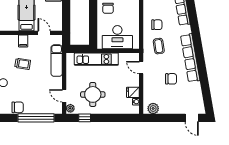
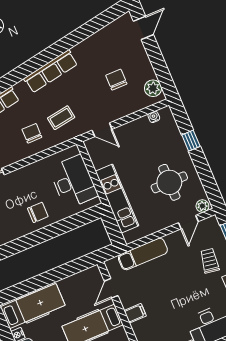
row of seats: (190, 58) -> (51, 71), width x0.73
trolley: (23, 64) -> (210, 261), moved
door: (141, 68) -> (102, 130), hinge flipped
chair: (171, 79) -> (116, 80), moved
fridge: (133, 92) -> (142, 127), removed
window: (85, 118) -> (191, 141), moved

